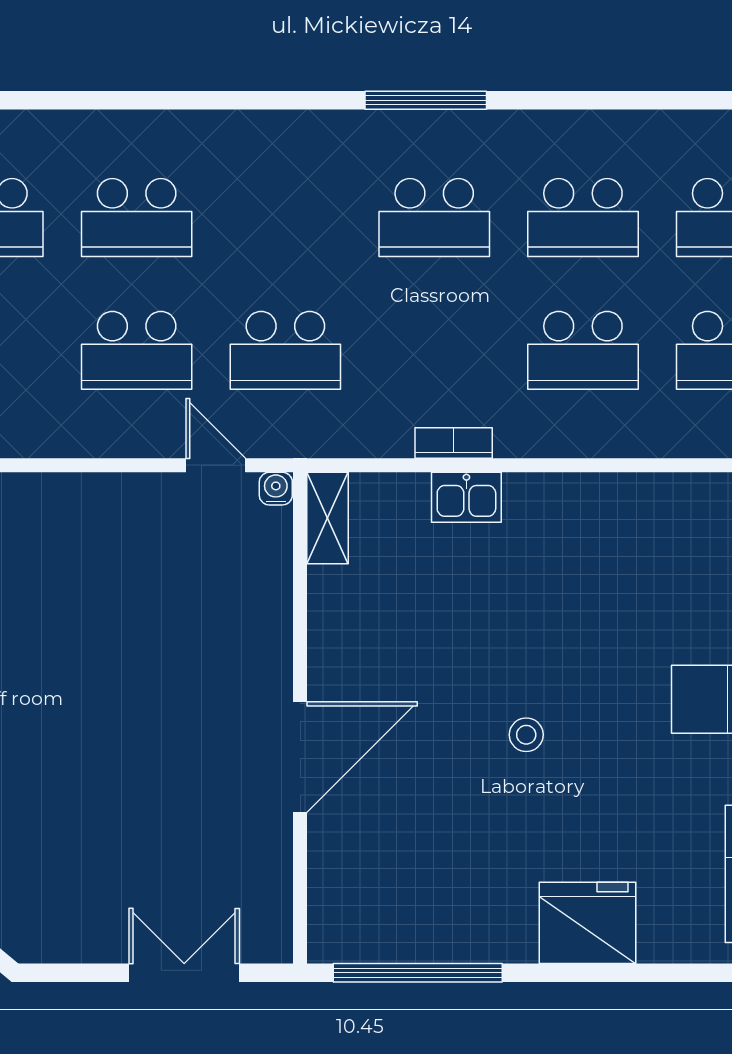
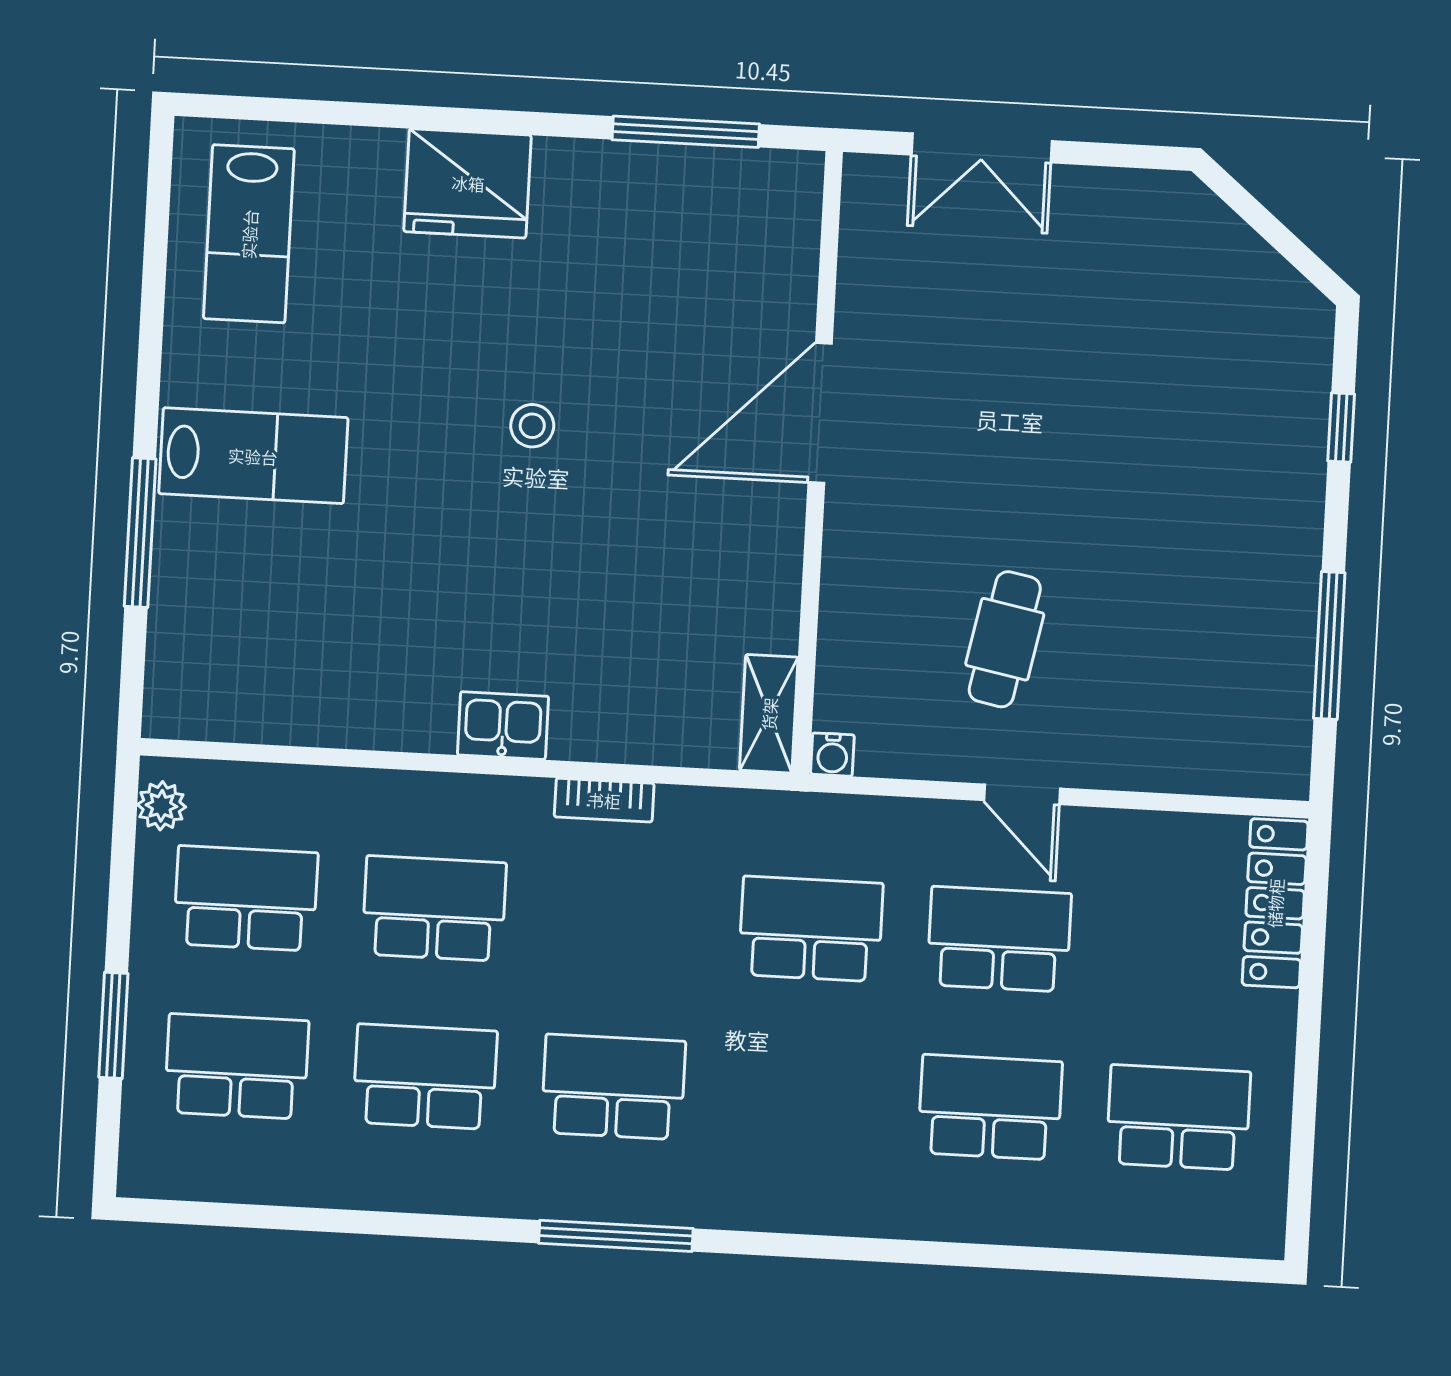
door: (216, 465) -> (1022, 794), moved
kitchen sink: (466, 497) -> (503, 726), moved
cafe table: (145, 587) -> (1005, 639), added
window: (418, 973) -> (686, 132), width x0.68

